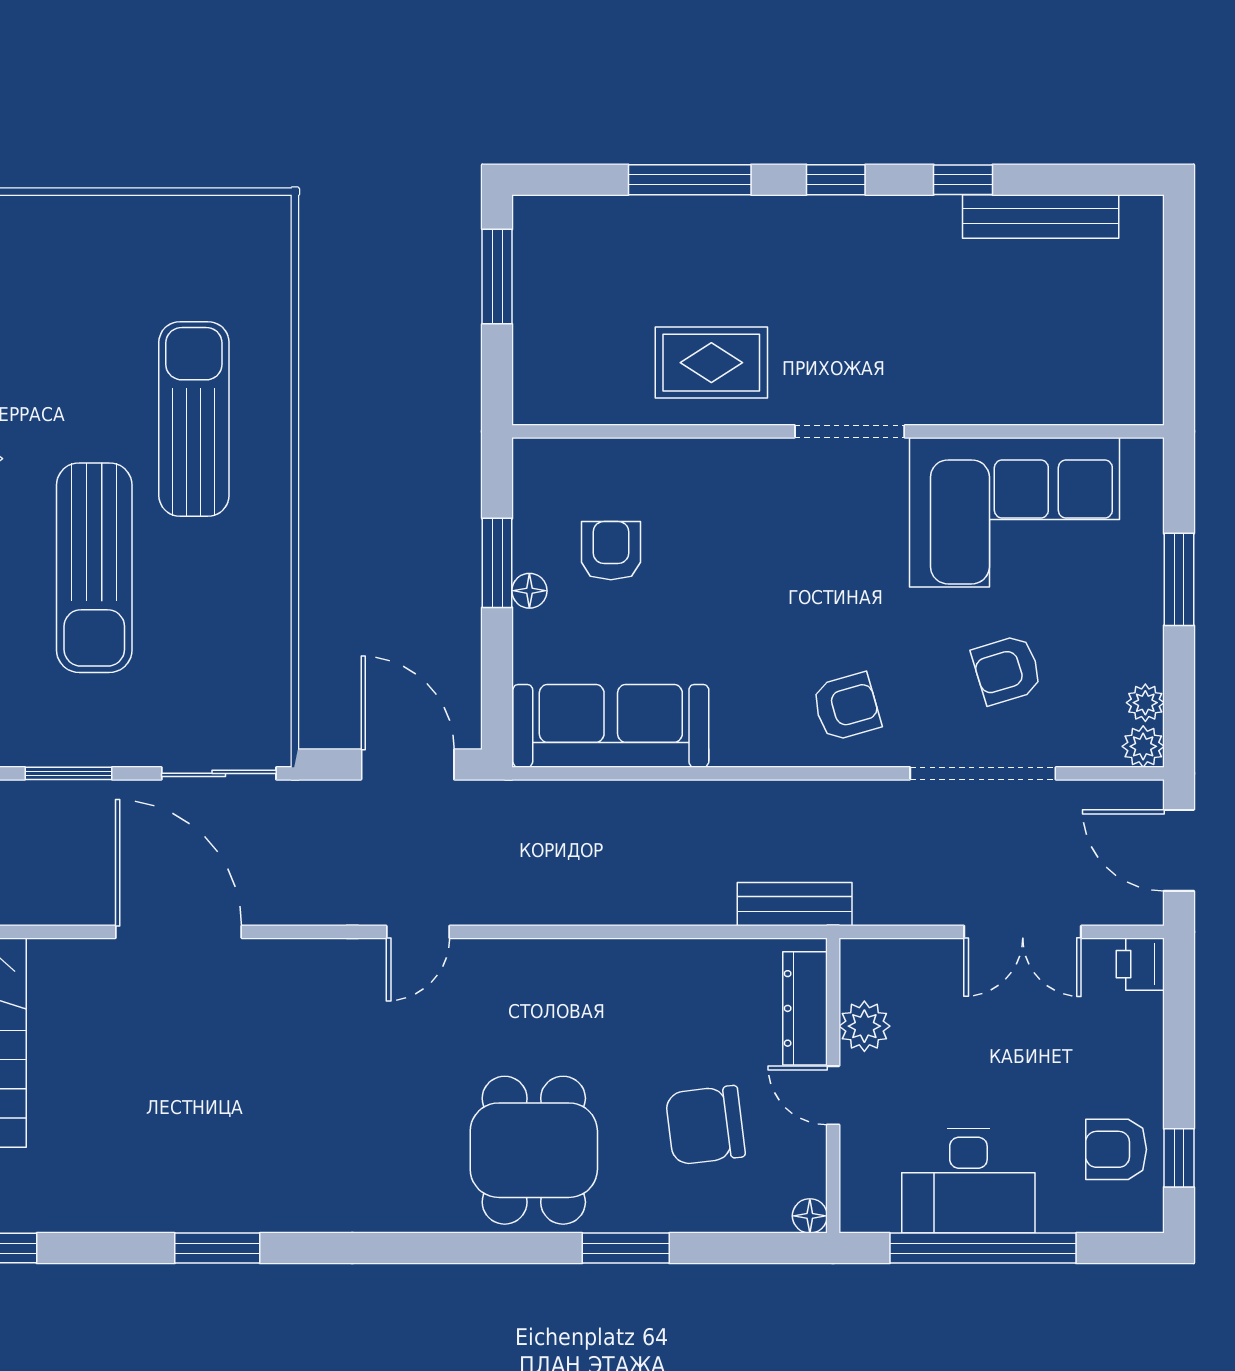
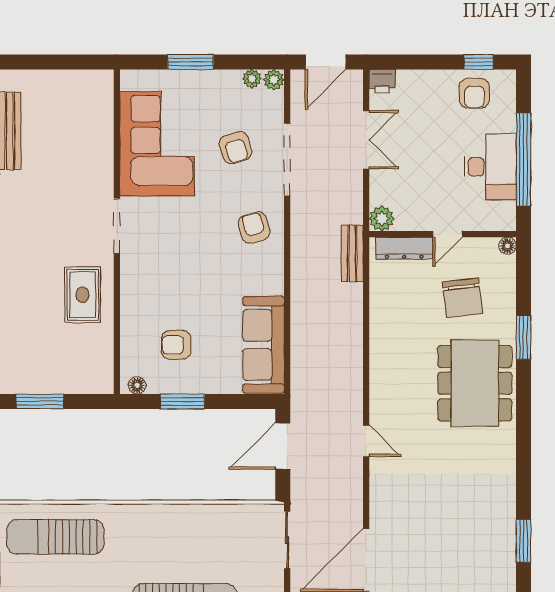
sun lounger: (194, 419) -> (55, 537), moved
floor lamp: (529, 591) -> (137, 385), moved
plant: (864, 1026) -> (382, 219), moved
dining table: (534, 1150) -> (475, 383), width x1.38

